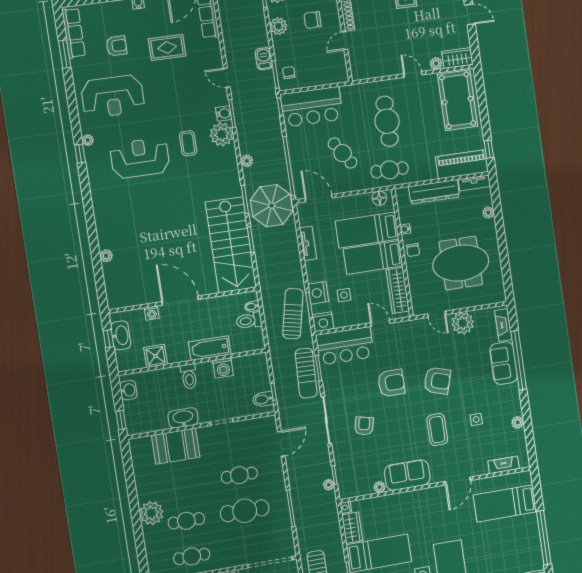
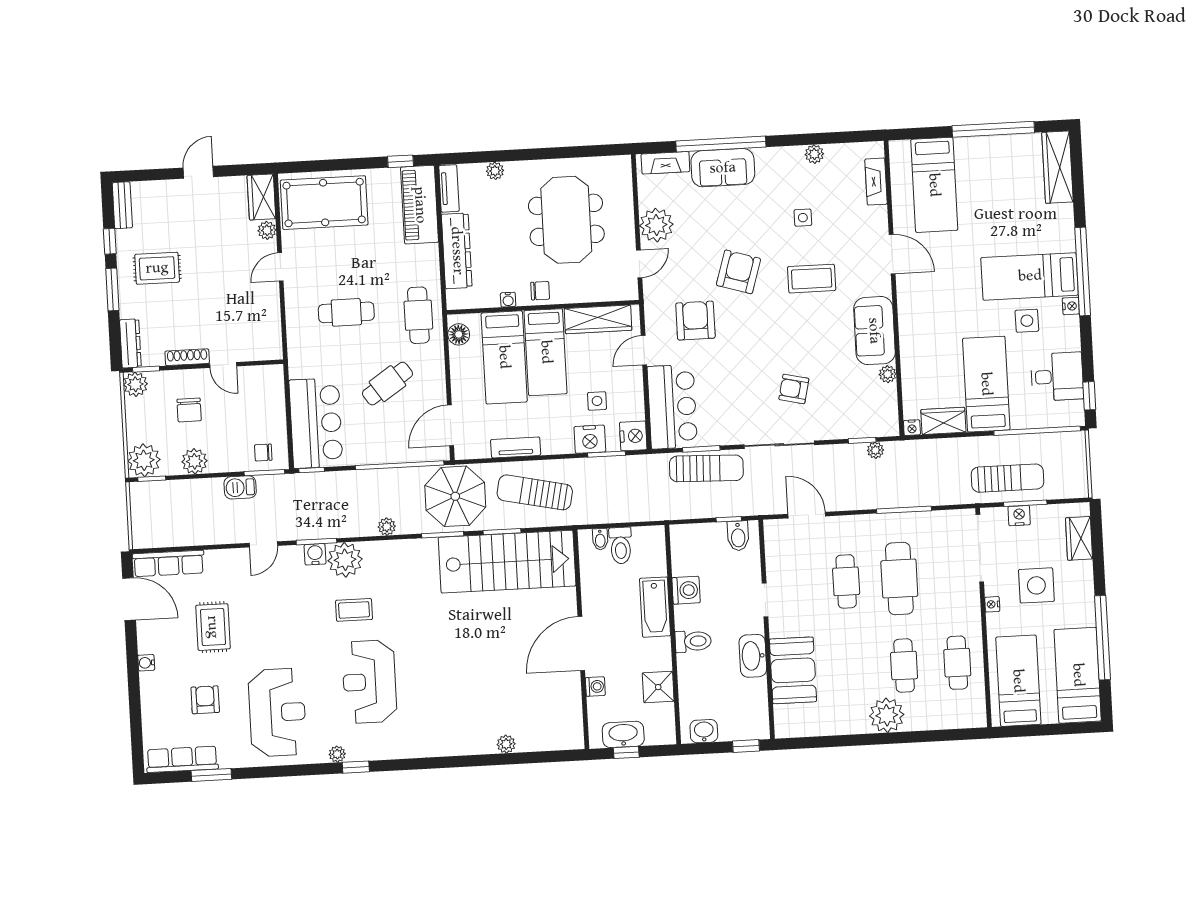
cafe table: (387, 121) -> (346, 312), width x0.73, depth x0.74
sun lounger: (293, 314) -> (535, 492), moved
armchair: (391, 383) -> (695, 321), moved

